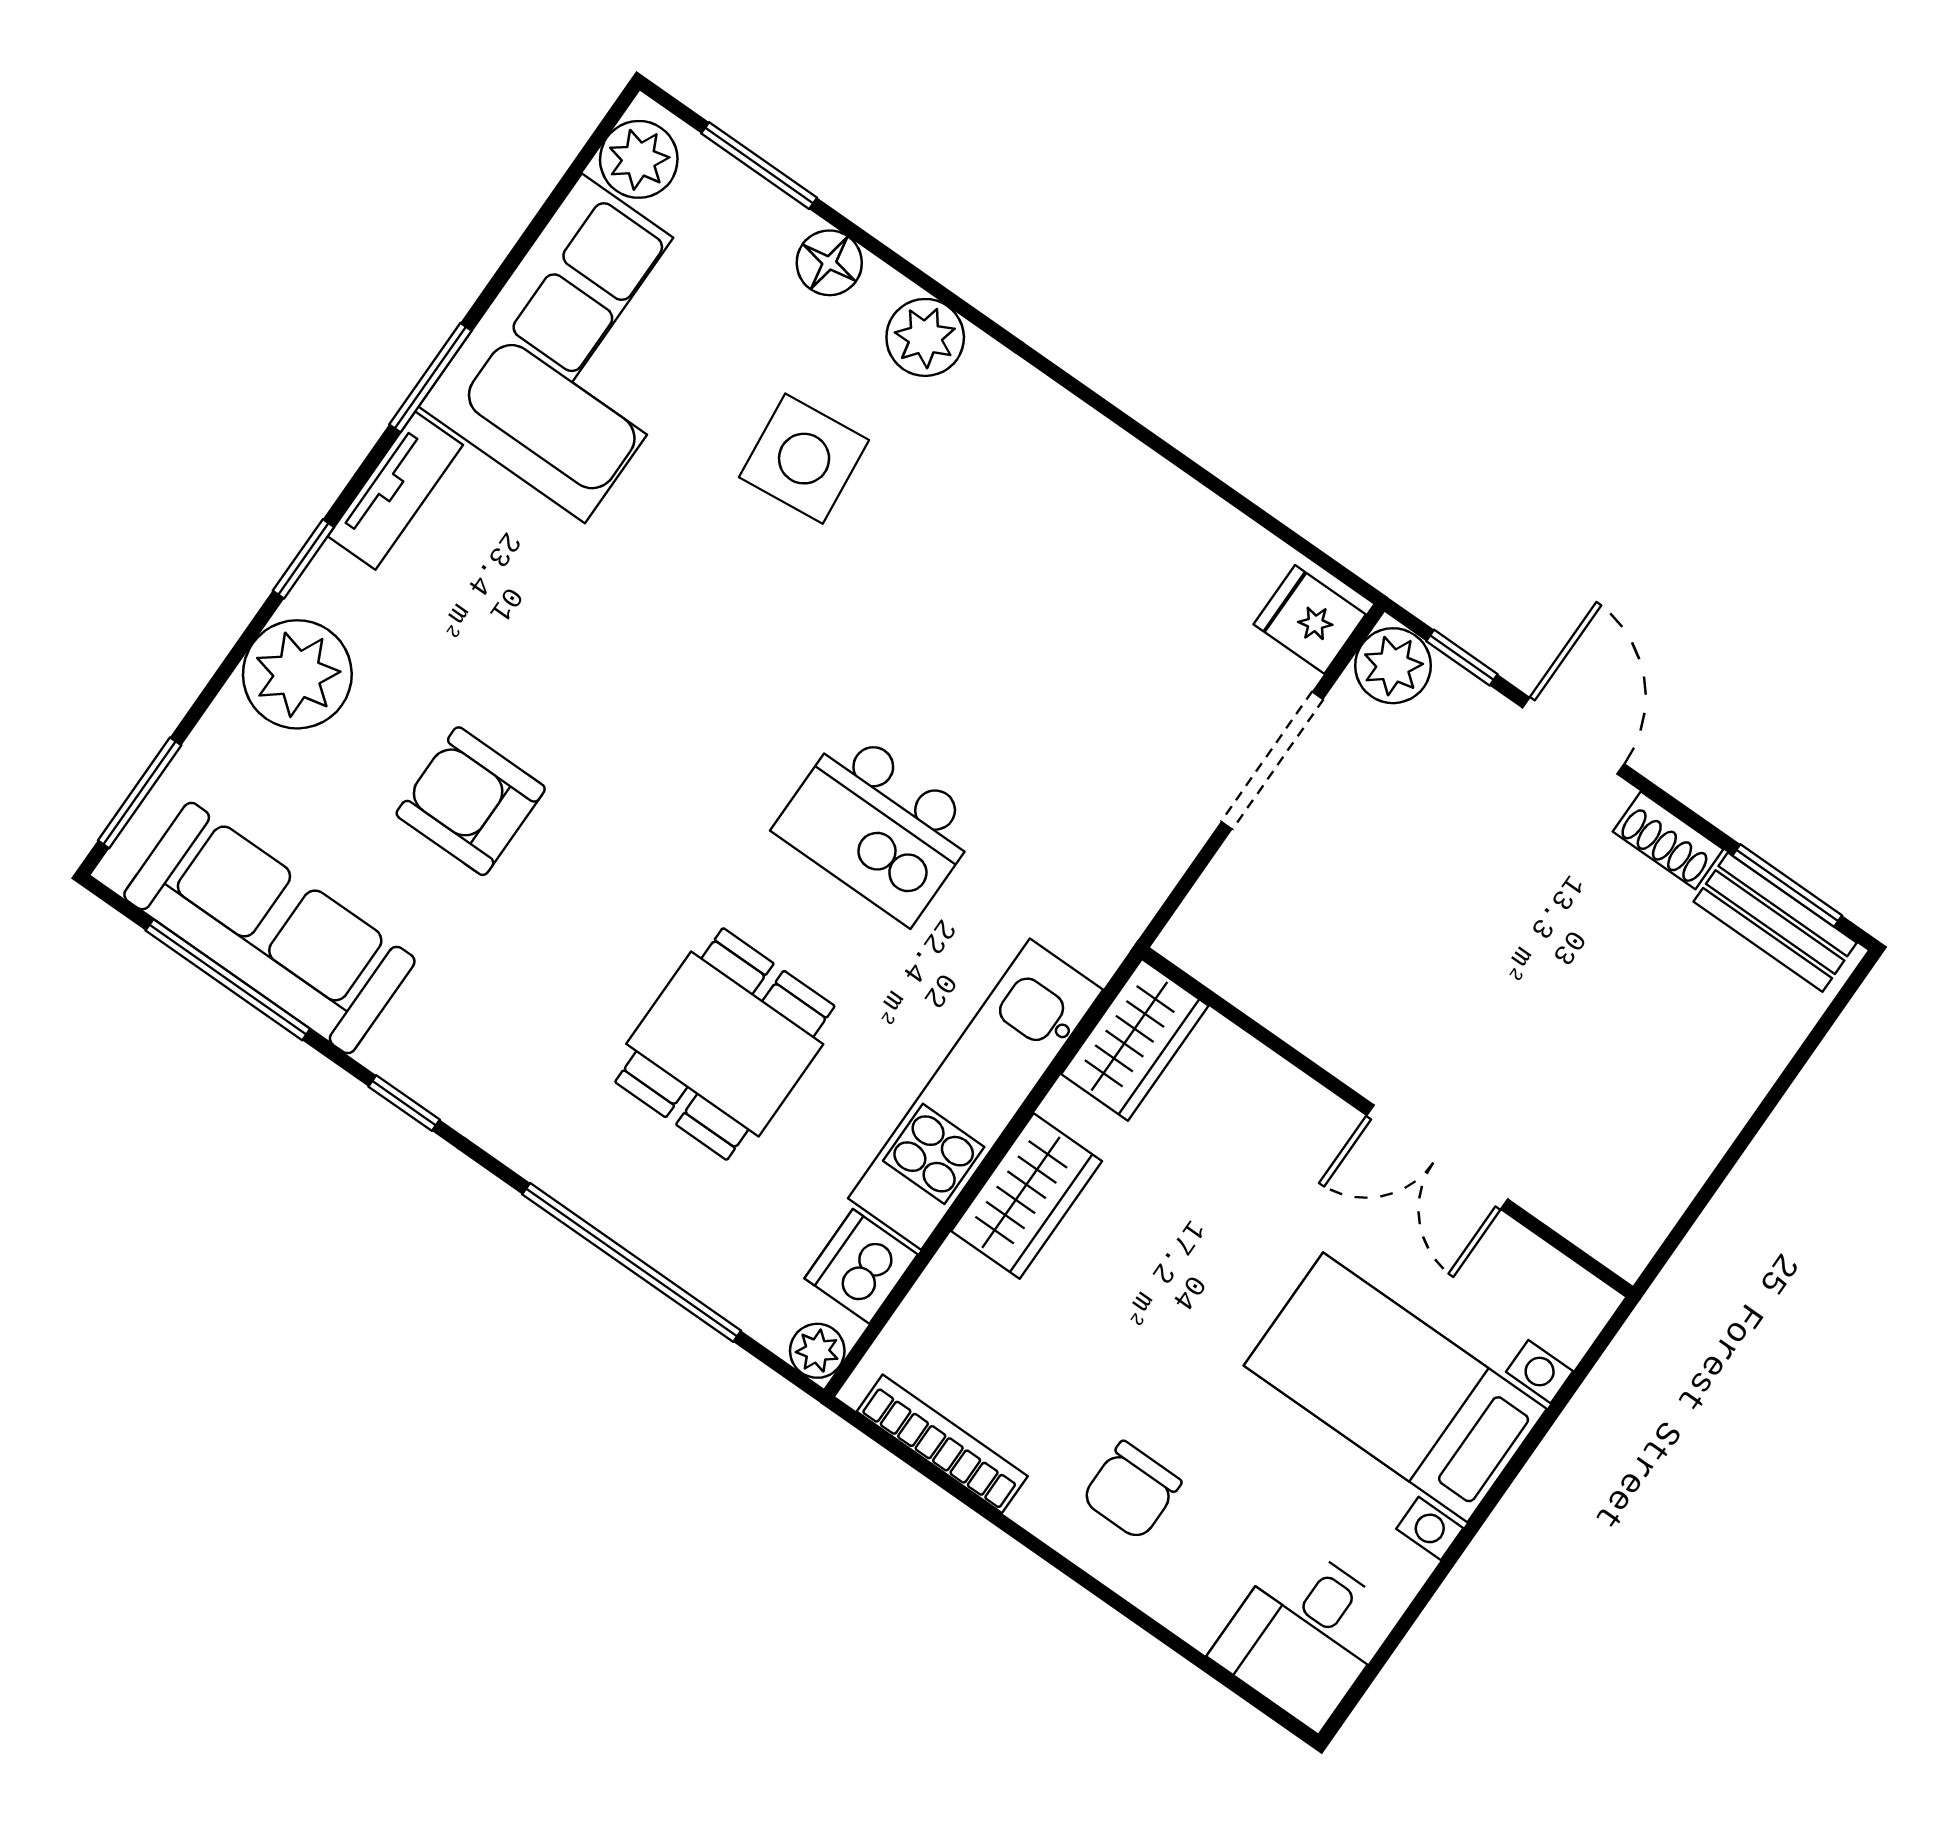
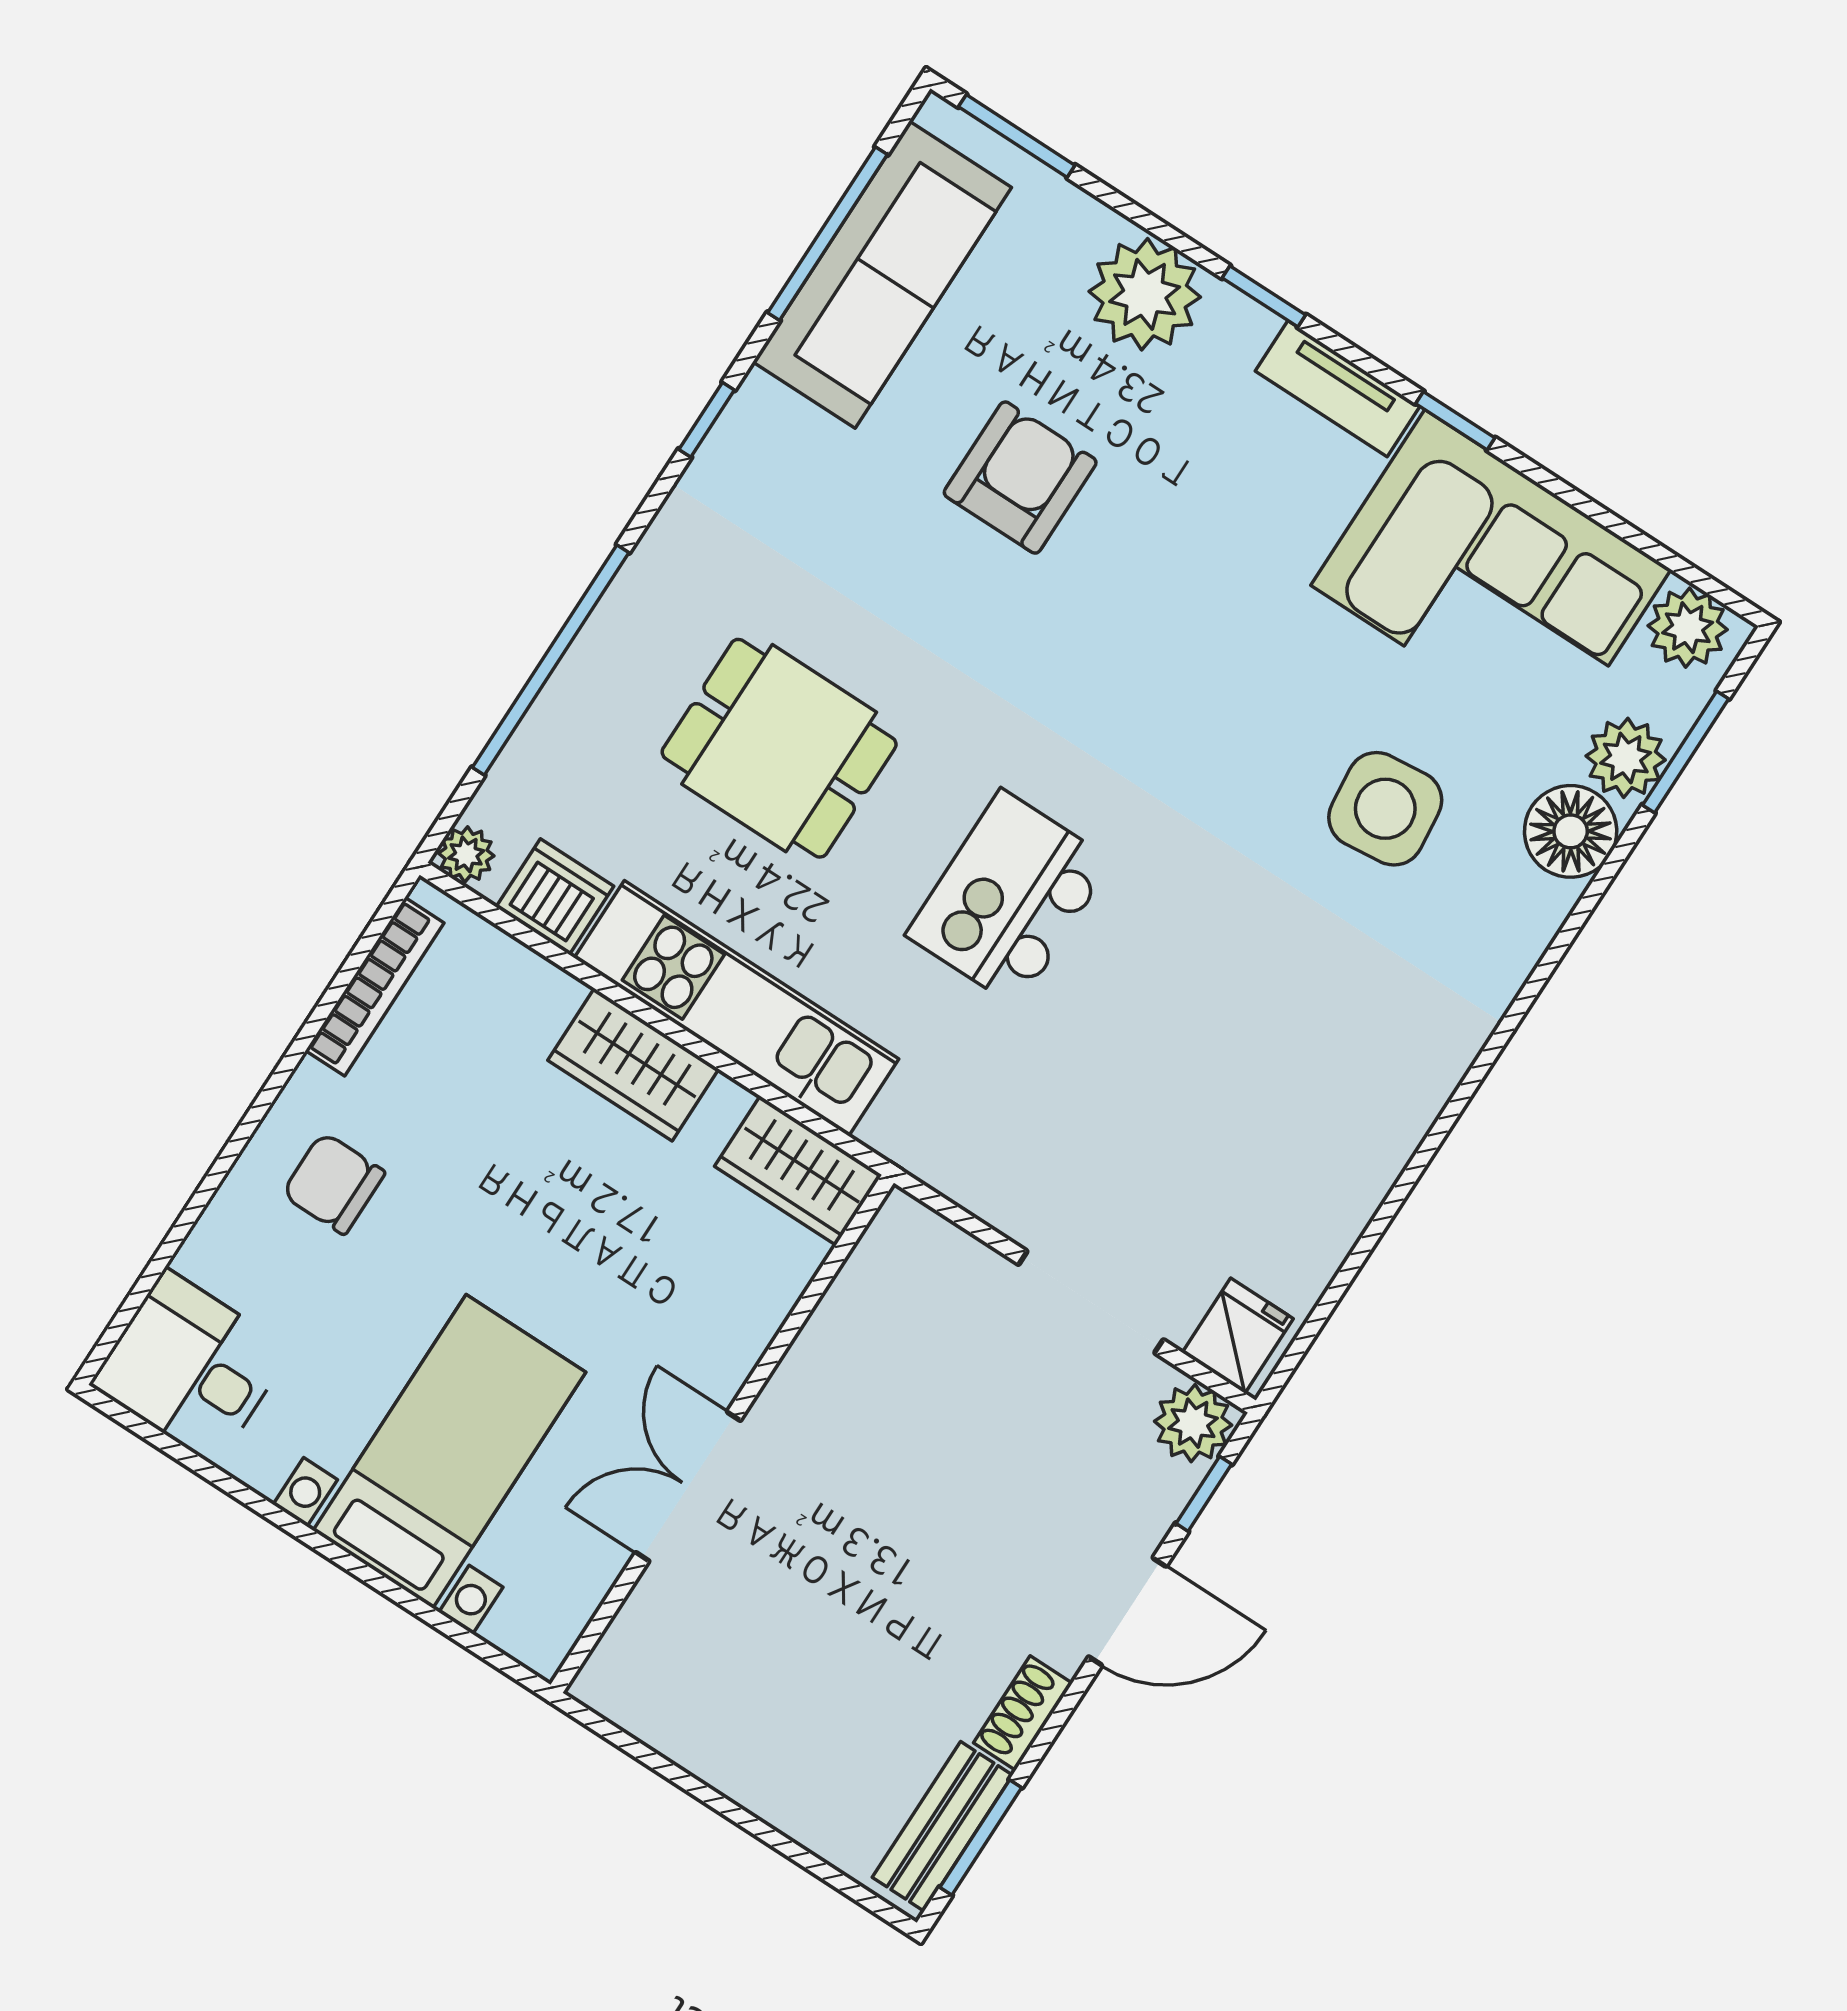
floor lamp: (829, 263) -> (1571, 831), width x1.38, depth x1.38
plant: (925, 337) -> (1626, 758), moved
window: (430, 378) -> (1455, 421), width x0.67

